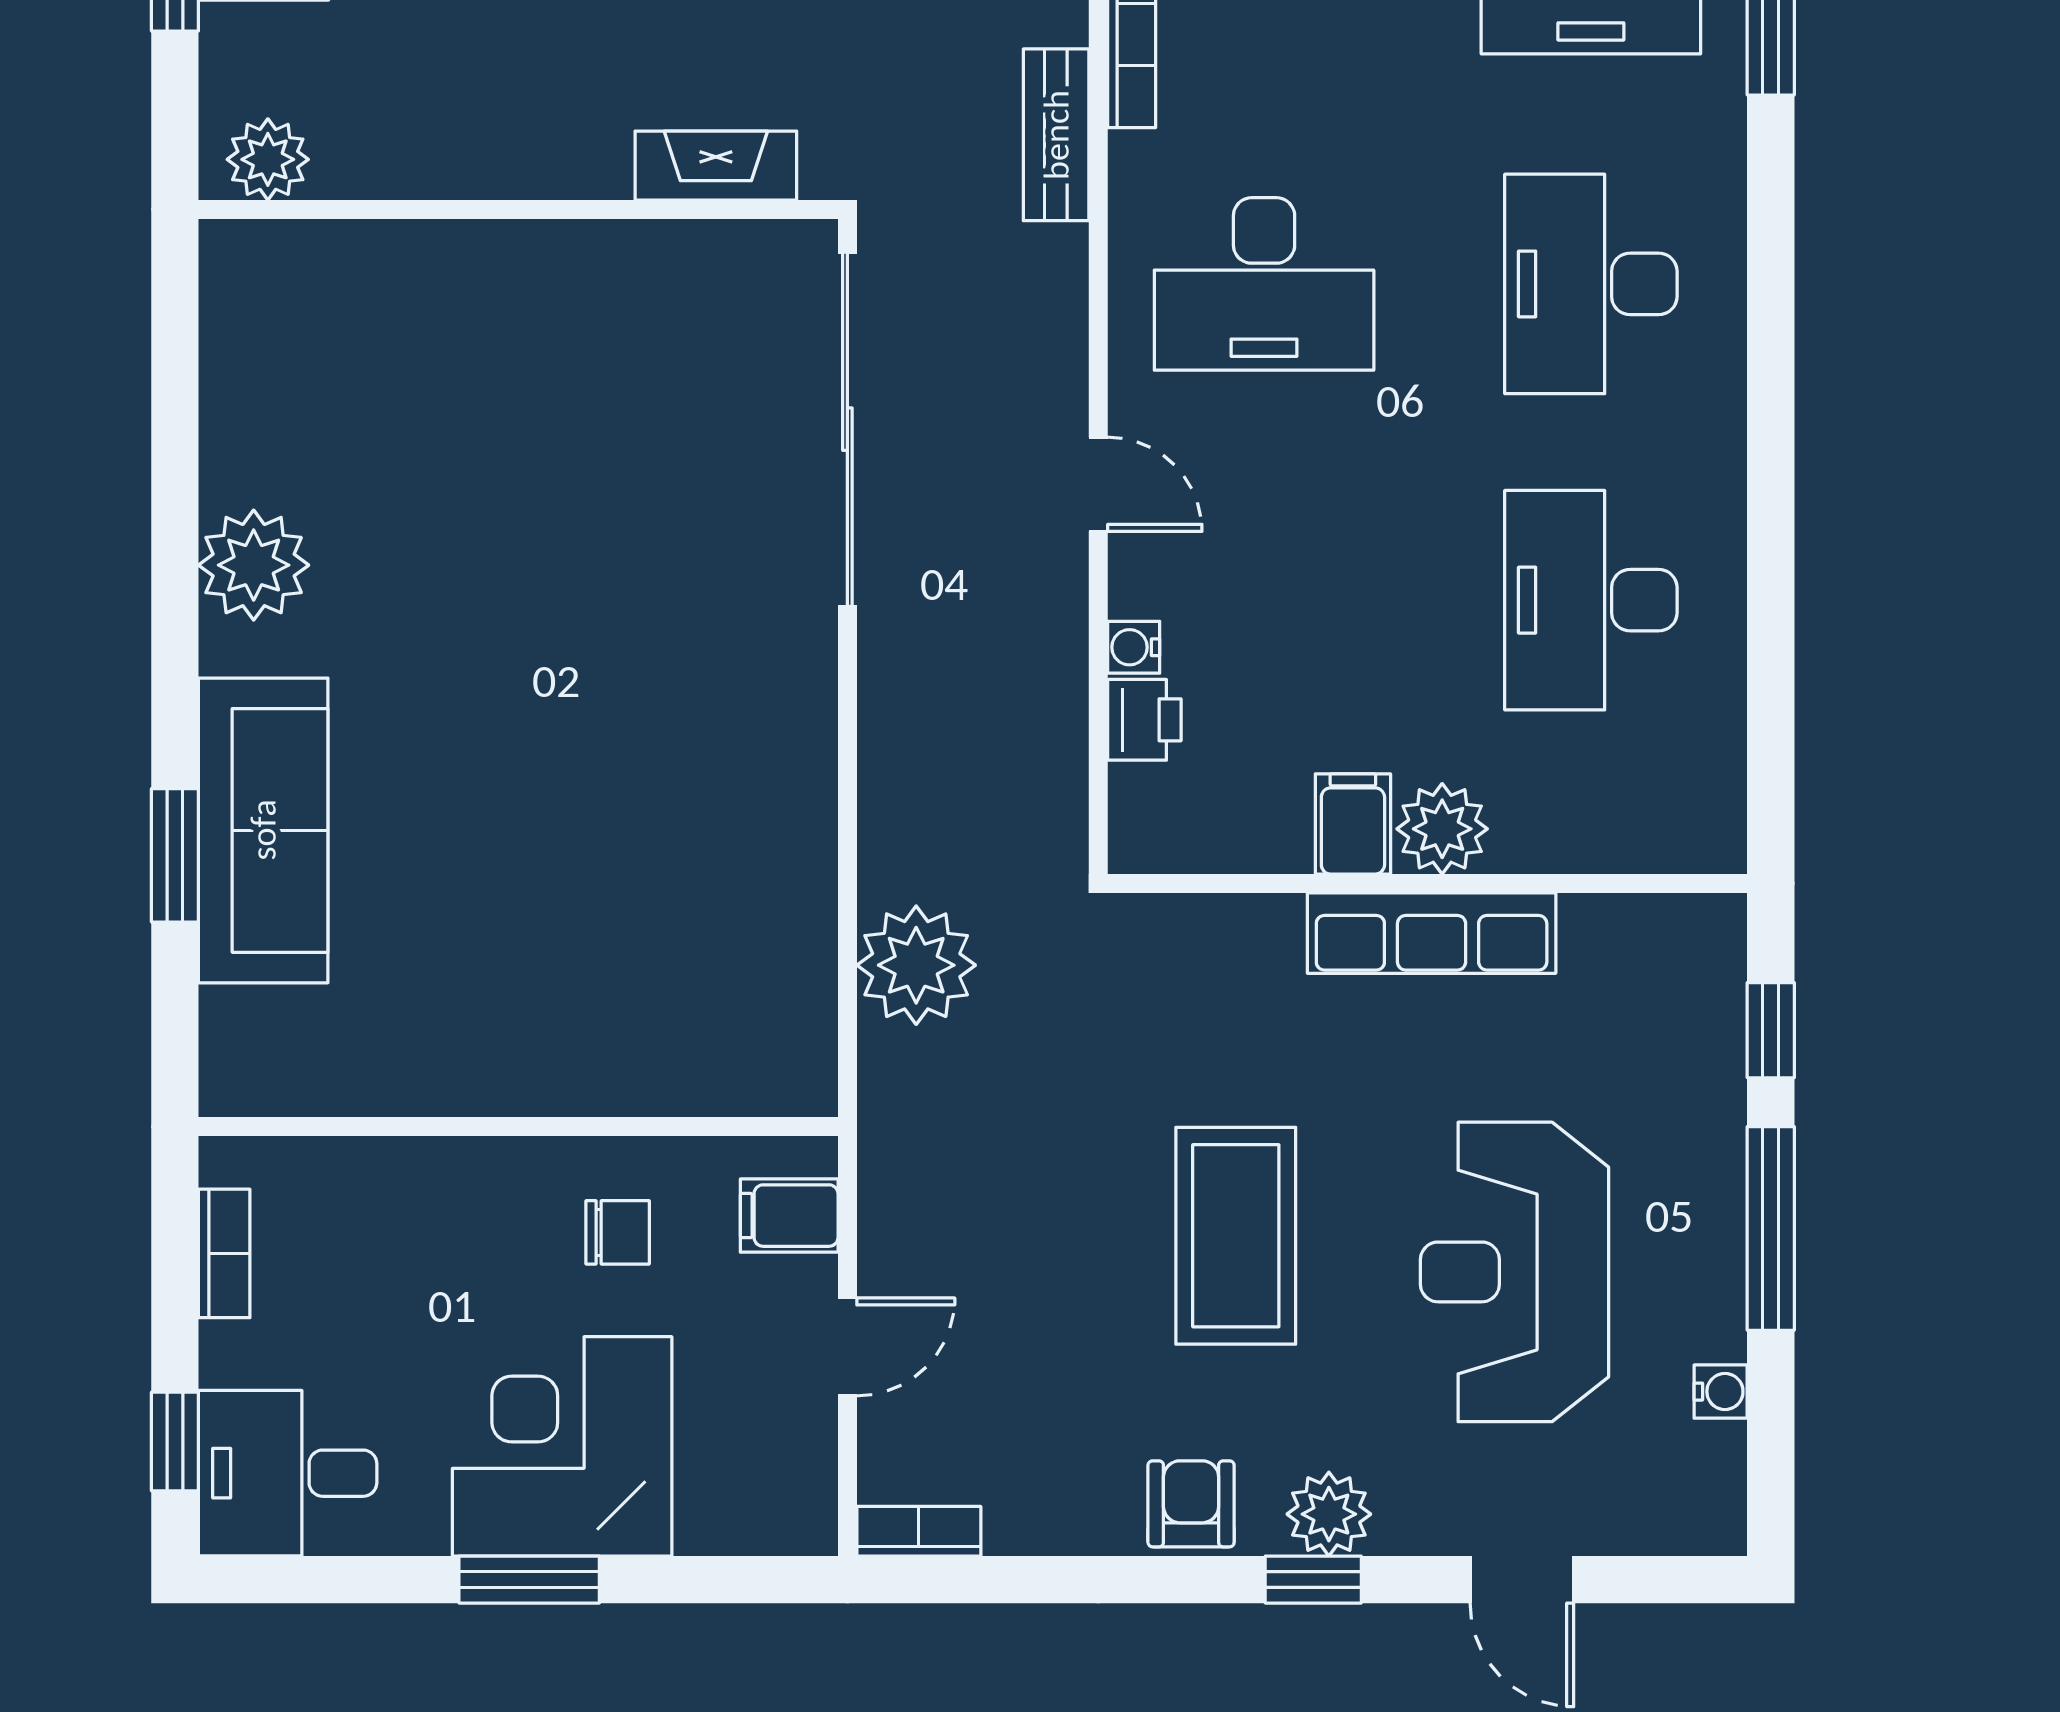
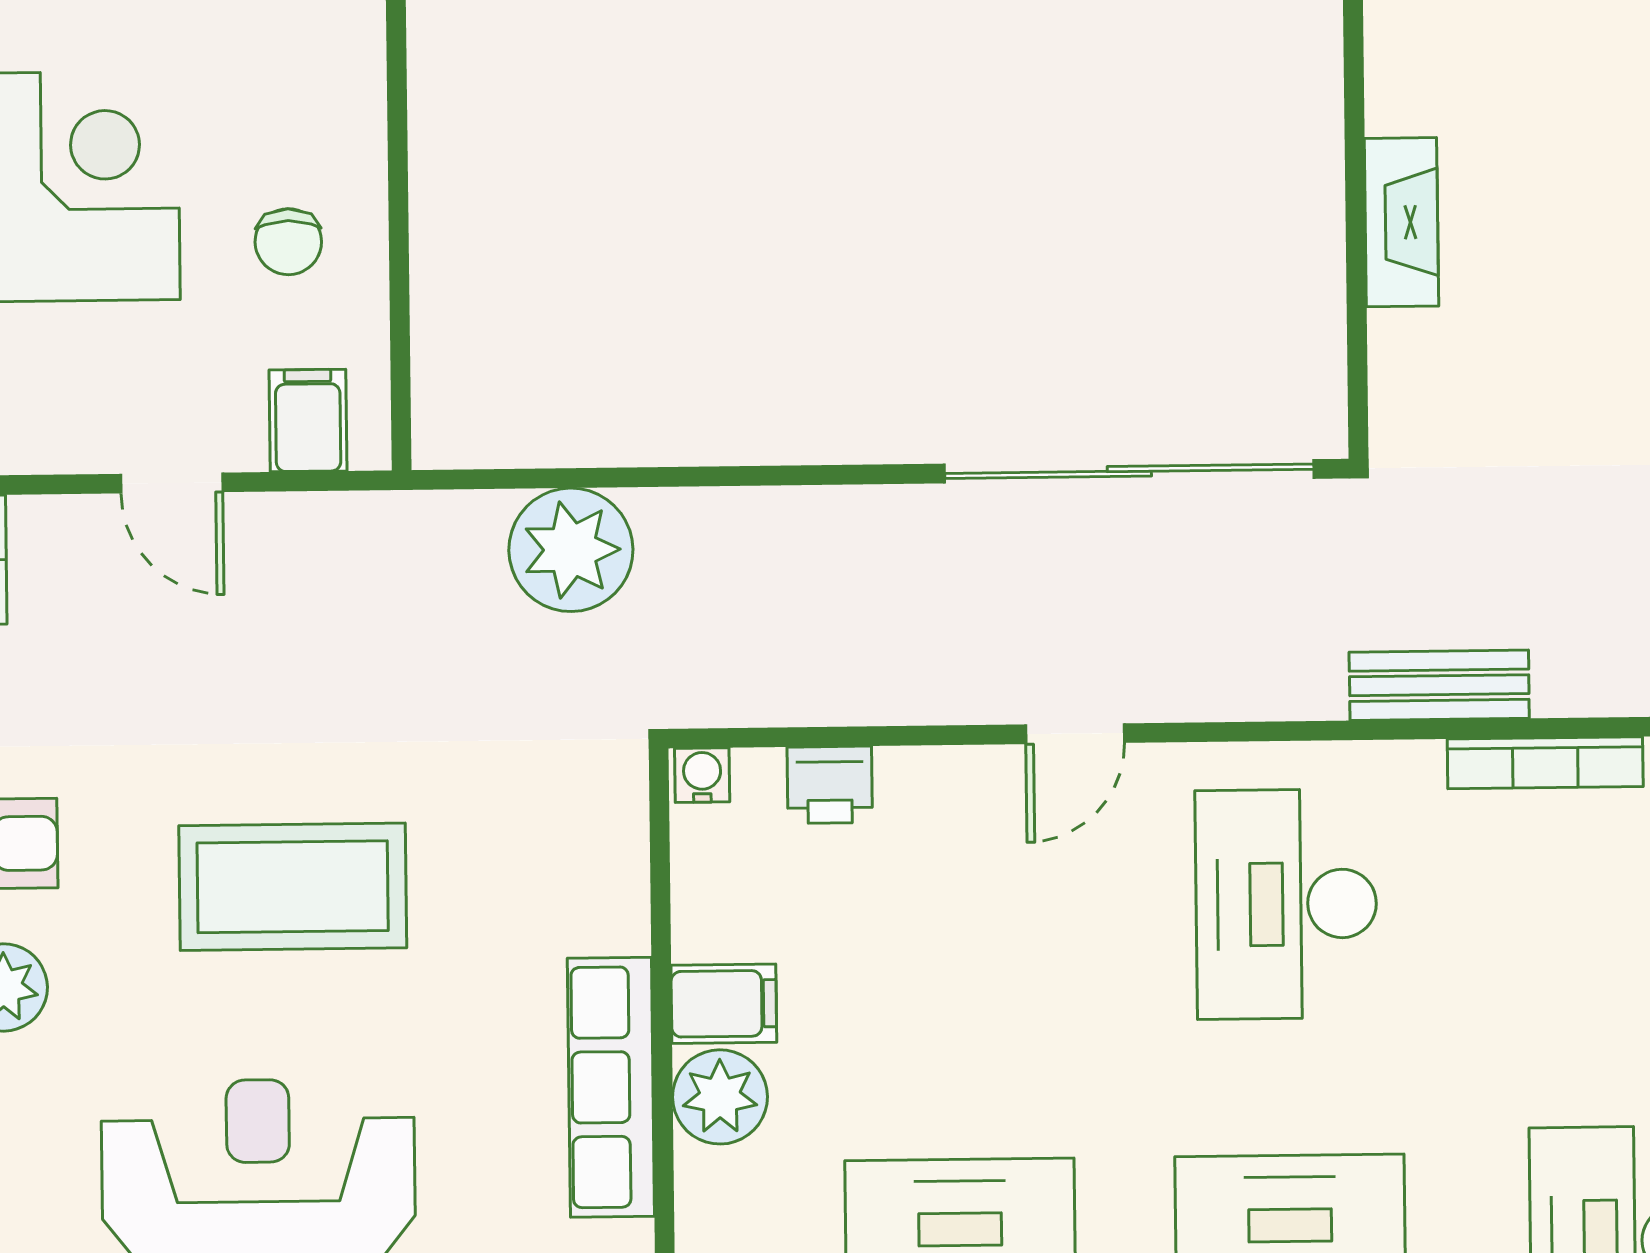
fireplace: (716, 166) -> (1401, 222), moved
water cooler: (1134, 647) -> (702, 775), moved

